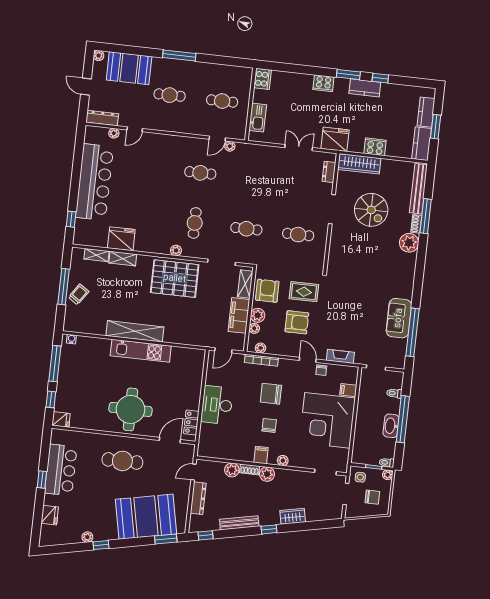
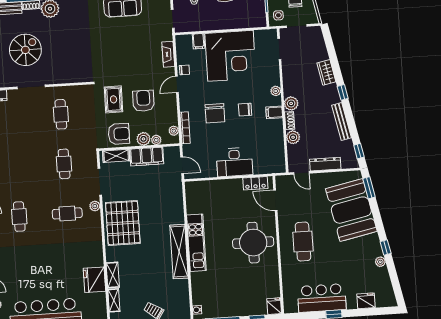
plant: (176, 250) -> (95, 206), moved
armchair: (267, 291) -> (119, 134), turned 180

